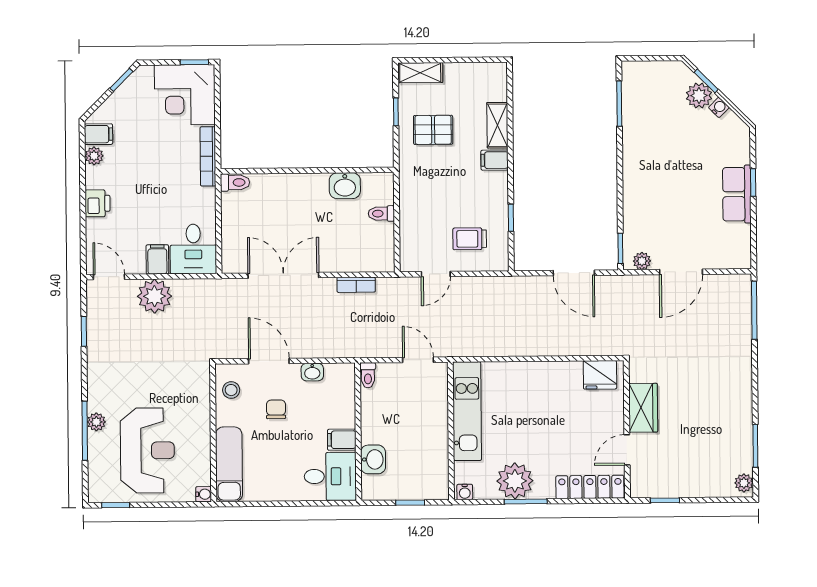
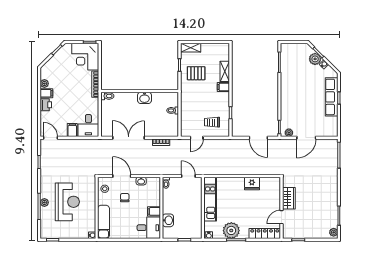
filing cabinet: (99, 134) -> (46, 93), moved
washbasin: (345, 186) -> (144, 98), moved
row of seats: (737, 194) -> (332, 97), width x1.48
plant: (155, 296) -> (71, 146), removed
fridge: (600, 375) -> (252, 183), moved
reception desk: (147, 450) -> (67, 202), moved

